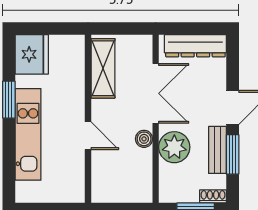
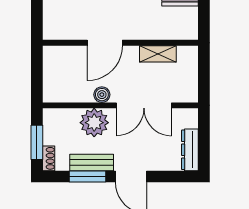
dresser: (195, 46) -> (190, 150), width x0.73, depth x0.80
shelving: (103, 68) -> (158, 54), width x0.67, depth x0.75
door: (88, 136) -> (105, 43), width x1.38

